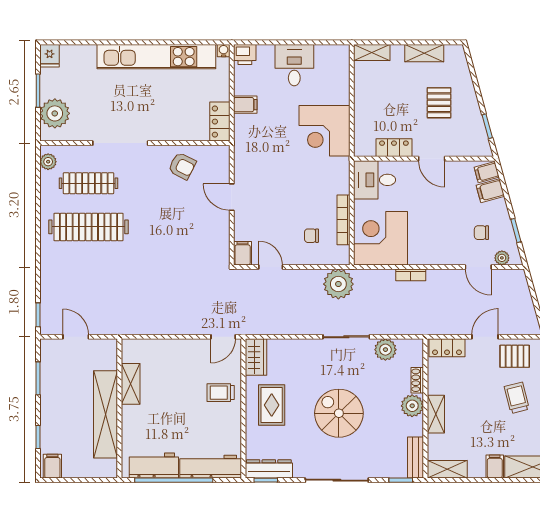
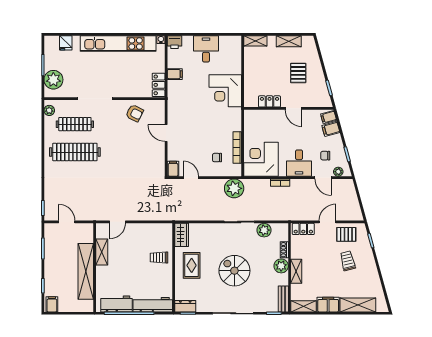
fridge: (50, 56) -> (66, 43), moved
desk: (375, 180) -> (299, 163), moved, turned -90
door: (223, 337) -> (117, 222), moved
filing cabinet: (495, 467) -> (328, 305), width x2.00
dresser: (269, 469) -> (185, 306), width x0.70

